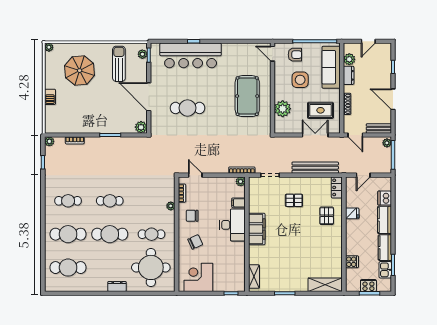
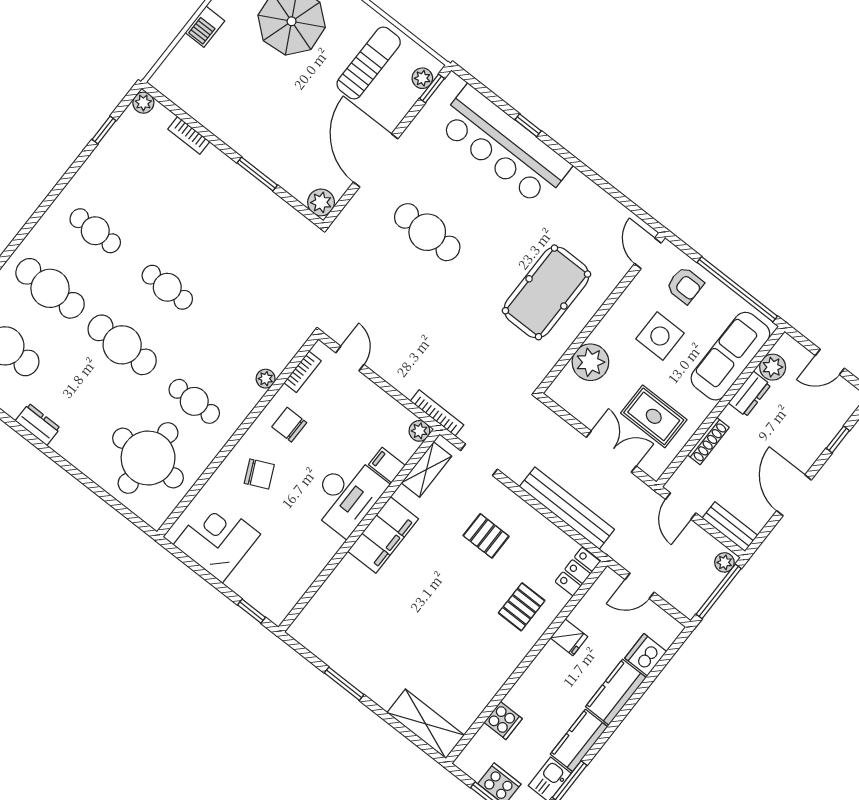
shelving: (254, 277) -> (426, 469), moved
dresser: (117, 286) -> (38, 424), moved

